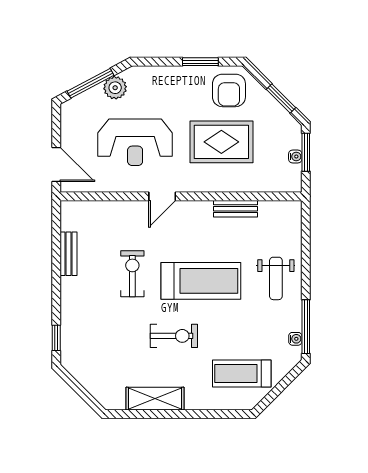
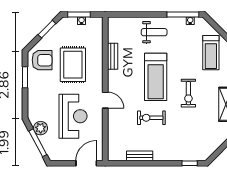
treadmill: (201, 281) -> (156, 77), turned 180
exercise bike: (174, 336) -> (188, 93), turned 180

